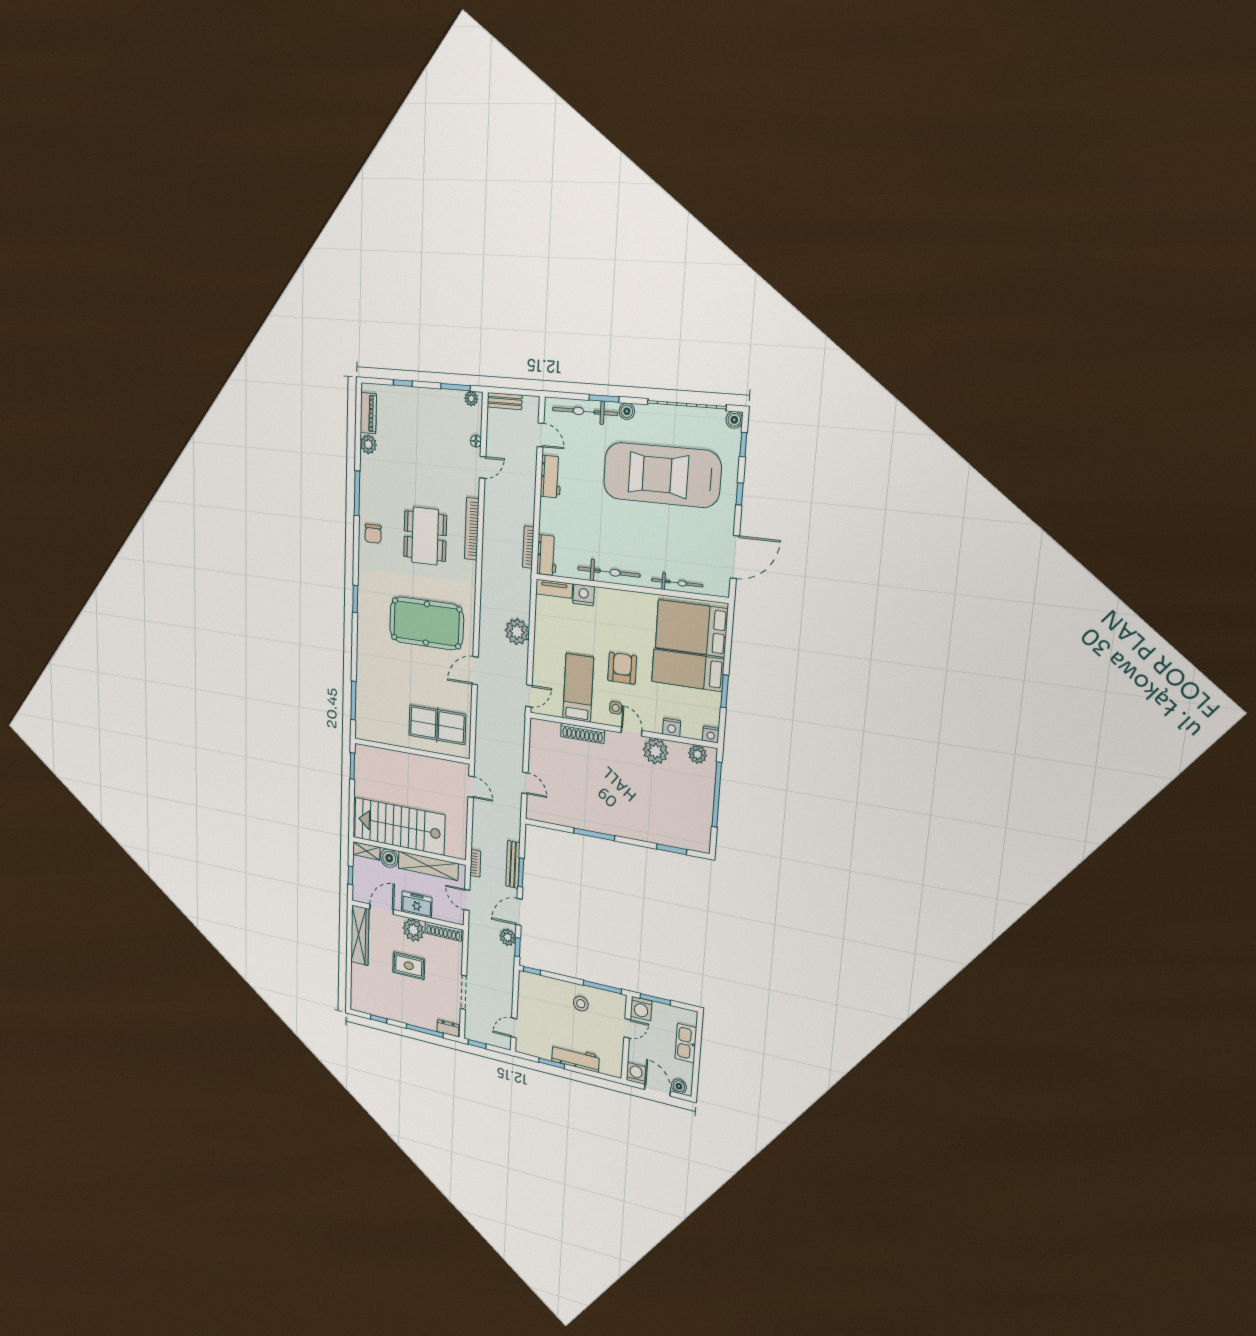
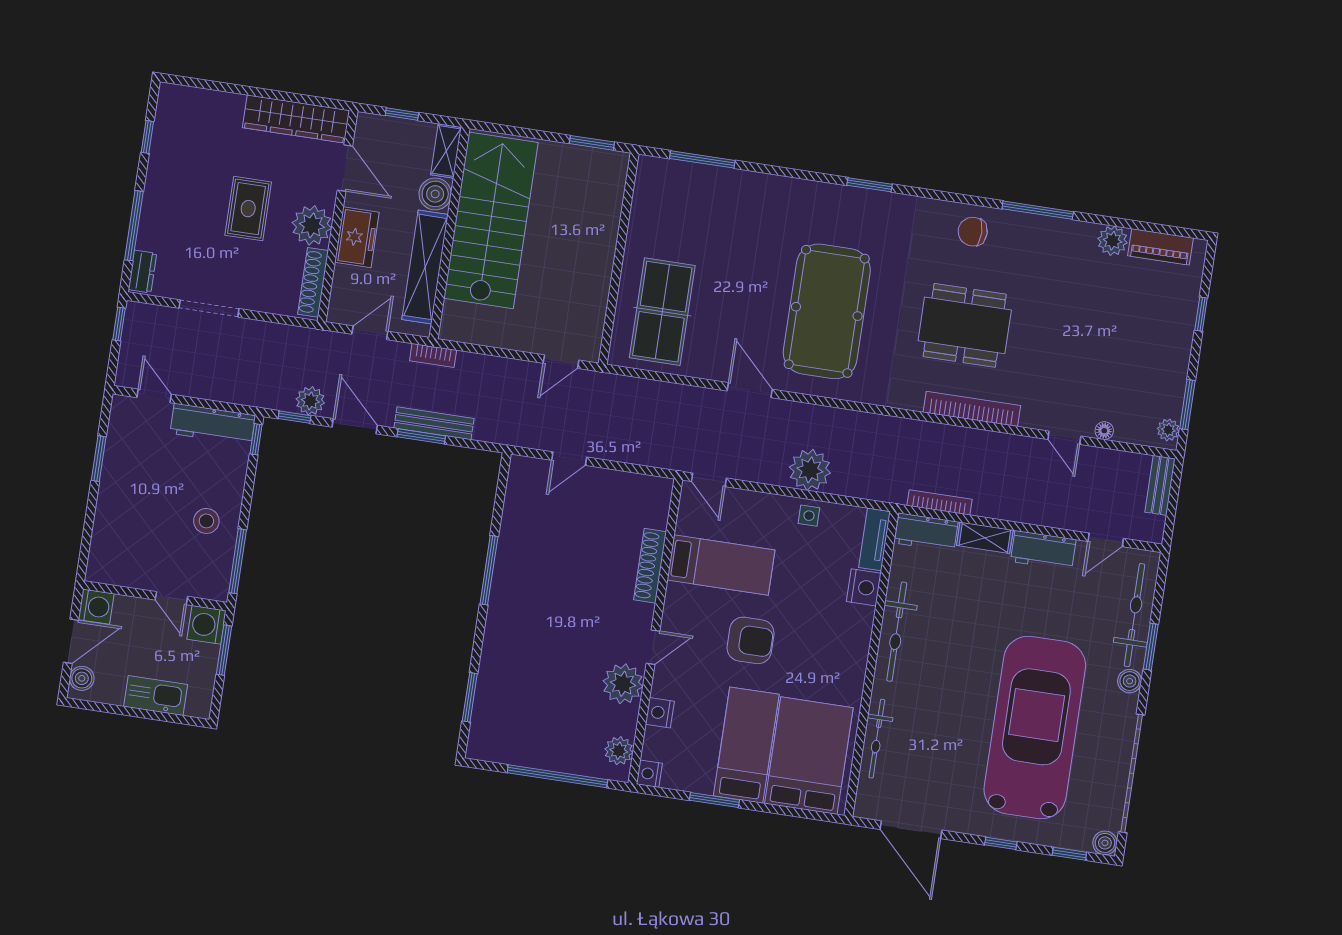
shelving: (547, 516) -> (985, 538), added
side table: (616, 708) -> (809, 516), moved
workbench: (575, 1058) -> (213, 424), moved, turned 90

